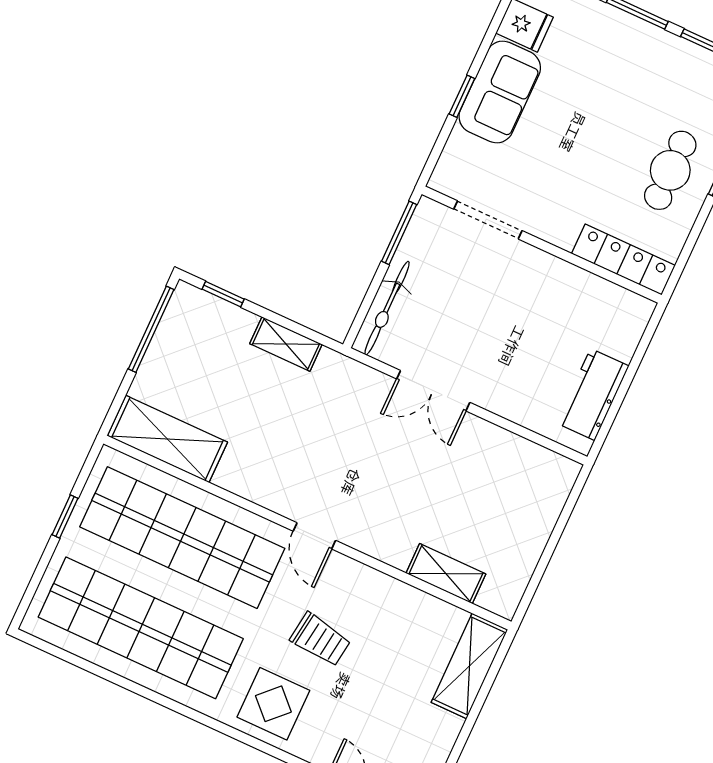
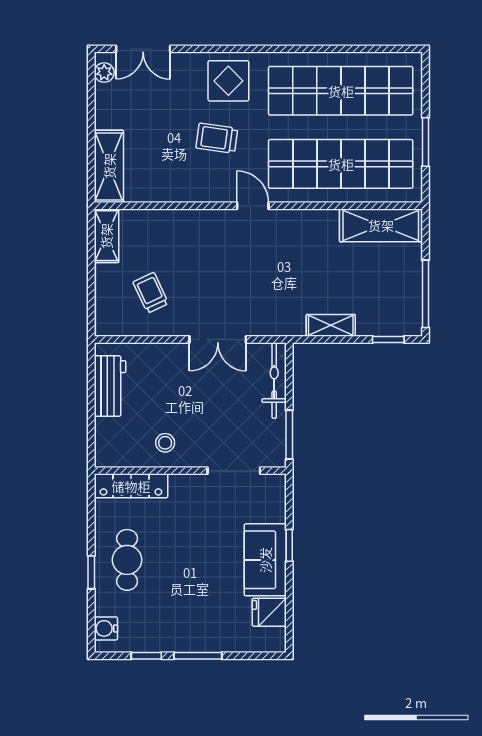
stool: (557, 293) -> (165, 443), added
double door: (433, 391) -> (218, 339), swing flipped
trolley: (490, 486) -> (151, 293), added
window: (65, 516) -> (426, 142), width x1.50
shelving: (446, 574) -> (106, 236), moved, turned 90

